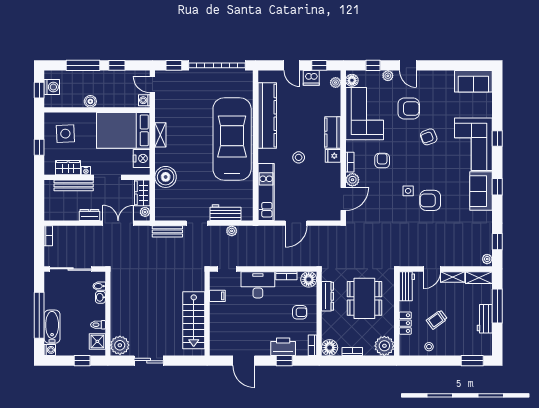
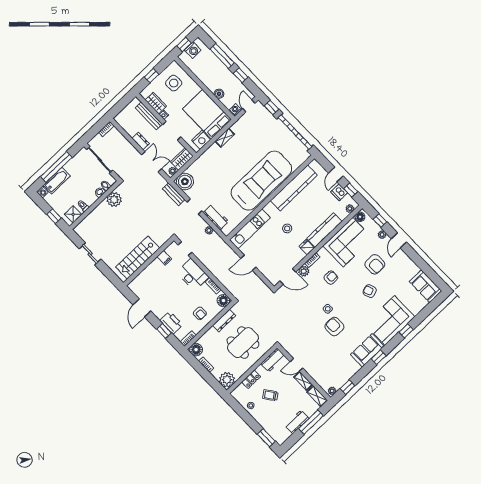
boiler: (90, 101) -> (219, 94), moved
kitchen counter: (333, 133) -> (324, 230), width x1.50
boiler: (166, 177) -> (185, 182), moved
plant: (120, 345) -> (114, 199), moved

